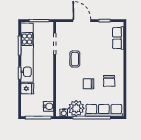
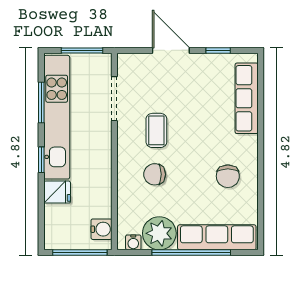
row of seats: (118, 38) -> (247, 98), width x1.48
chair: (88, 84) -> (155, 174), moved

